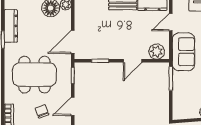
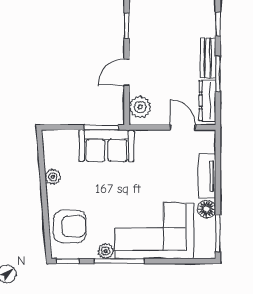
sofa: (184, 52) -> (106, 146), moved
door: (133, 61) -> (127, 72), hinge flipped

